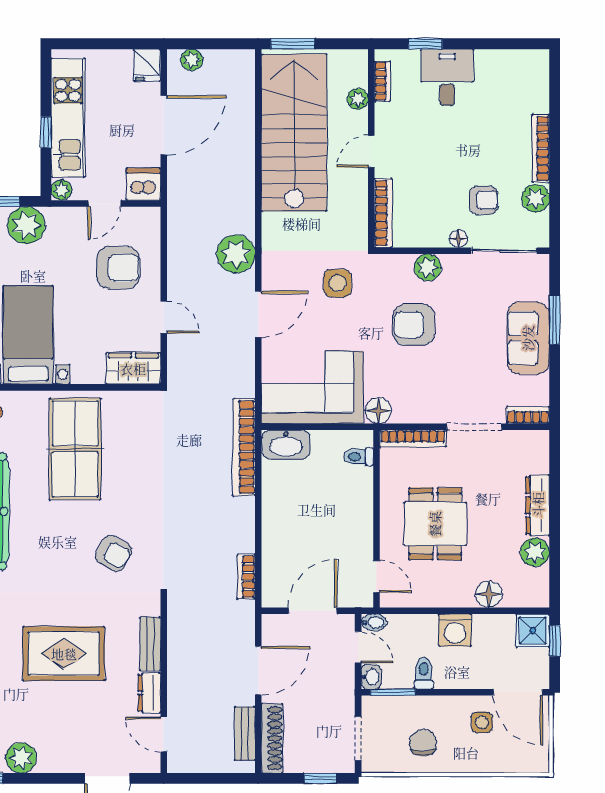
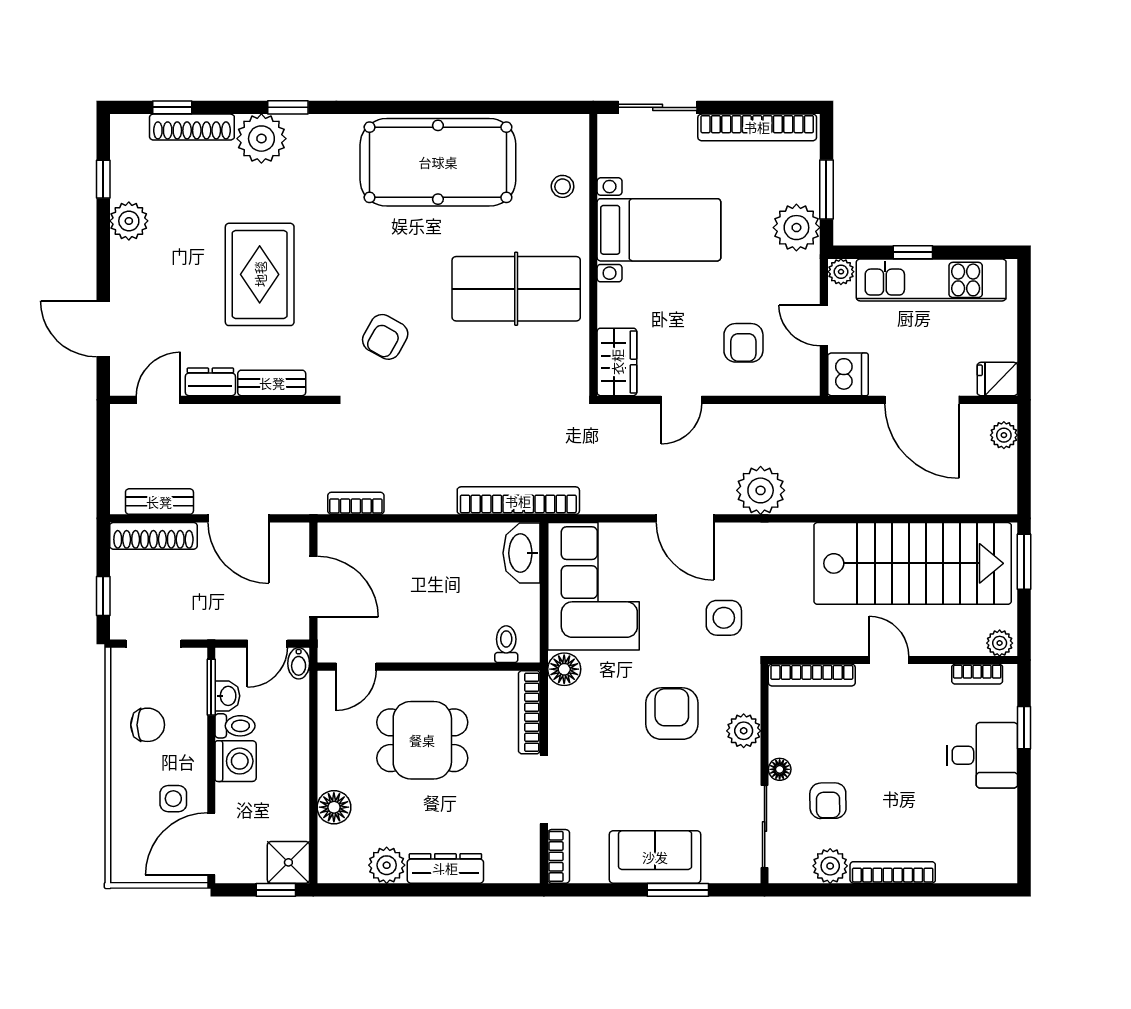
plant: (358, 99) -> (1000, 643), moved
armchair: (118, 268) -> (743, 343), width x0.72, depth x0.72
washing machine: (455, 630) -> (236, 761), moved, turned 180
washbasin: (371, 677) -> (227, 696), moved, turned -90

